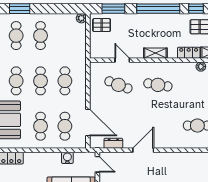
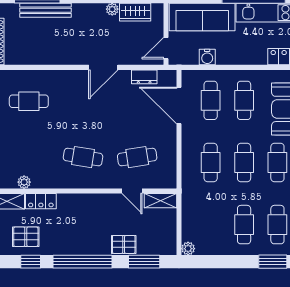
pallet: (102, 25) -> (124, 244), moved
shelving: (155, 53) -> (160, 201), moved
cafe table: (118, 85) -> (137, 157), turned -30
door: (97, 164) -> (166, 48), hinge flipped

